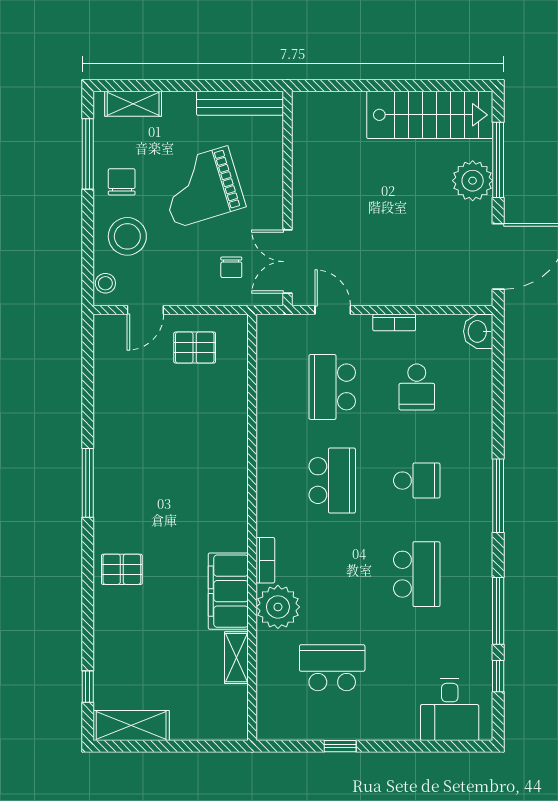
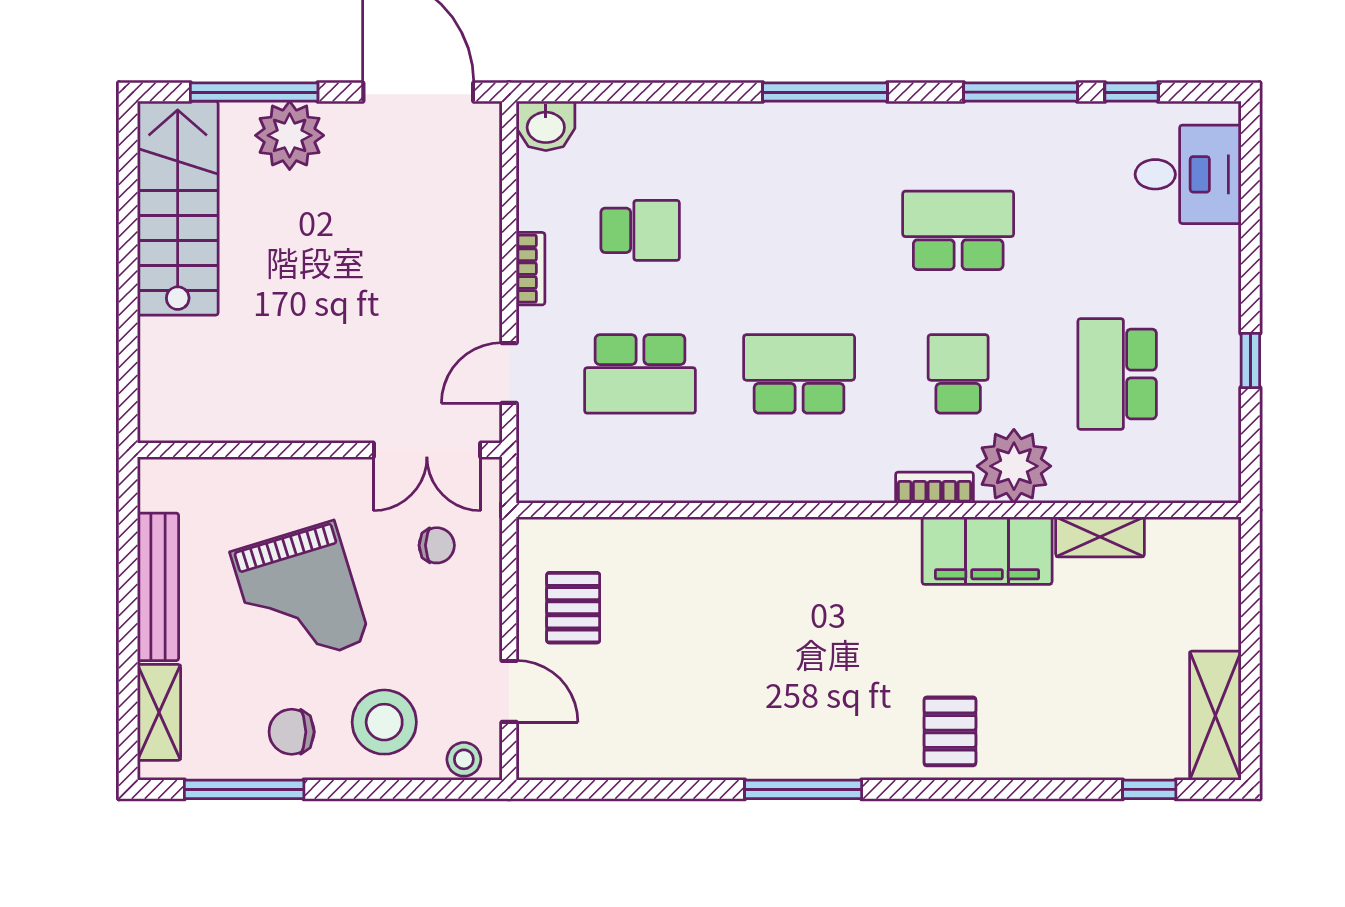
bench: (240, 103) -> (158, 587), moved
school desk: (417, 481) -> (958, 374), moved

